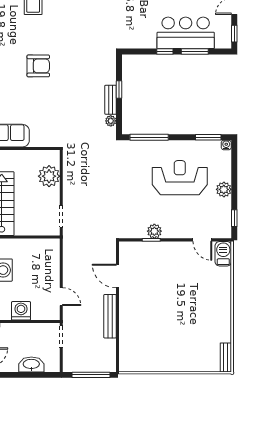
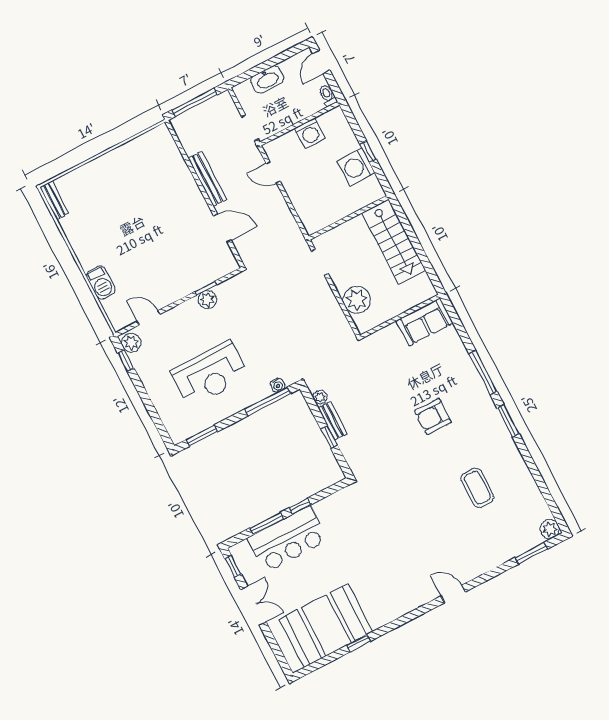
water cooler: (226, 145) -> (278, 385), moved
plant: (224, 189) -> (131, 343), moved
barbecue: (223, 254) -> (101, 283), moved

